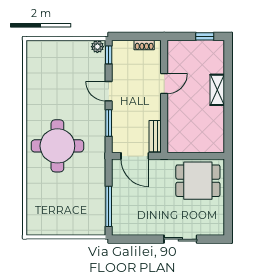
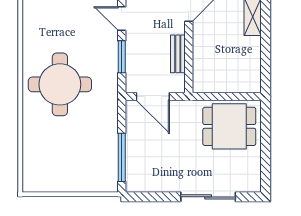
bench: (155, 136) -> (178, 54), moved
sliding door: (180, 239) -> (208, 197), width x1.37

